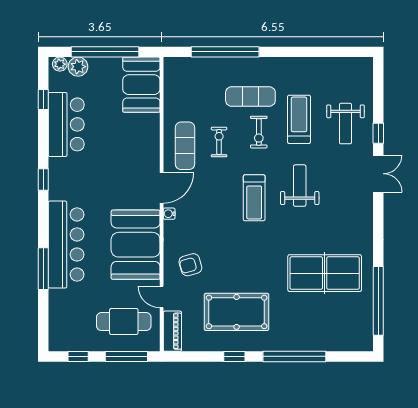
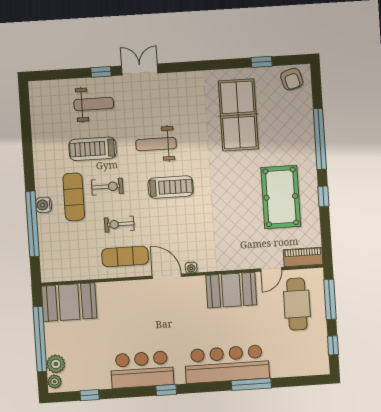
water cooler: (244, 65) -> (44, 205), added
bar counter: (66, 124) -> (142, 370), moved
booth: (136, 245) -> (231, 290), width x0.73, depth x0.70
armchair: (190, 265) -> (292, 79), moved
window: (378, 301) -> (262, 62), width x0.32

